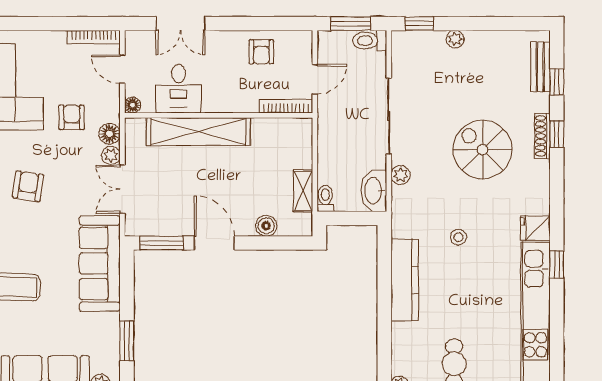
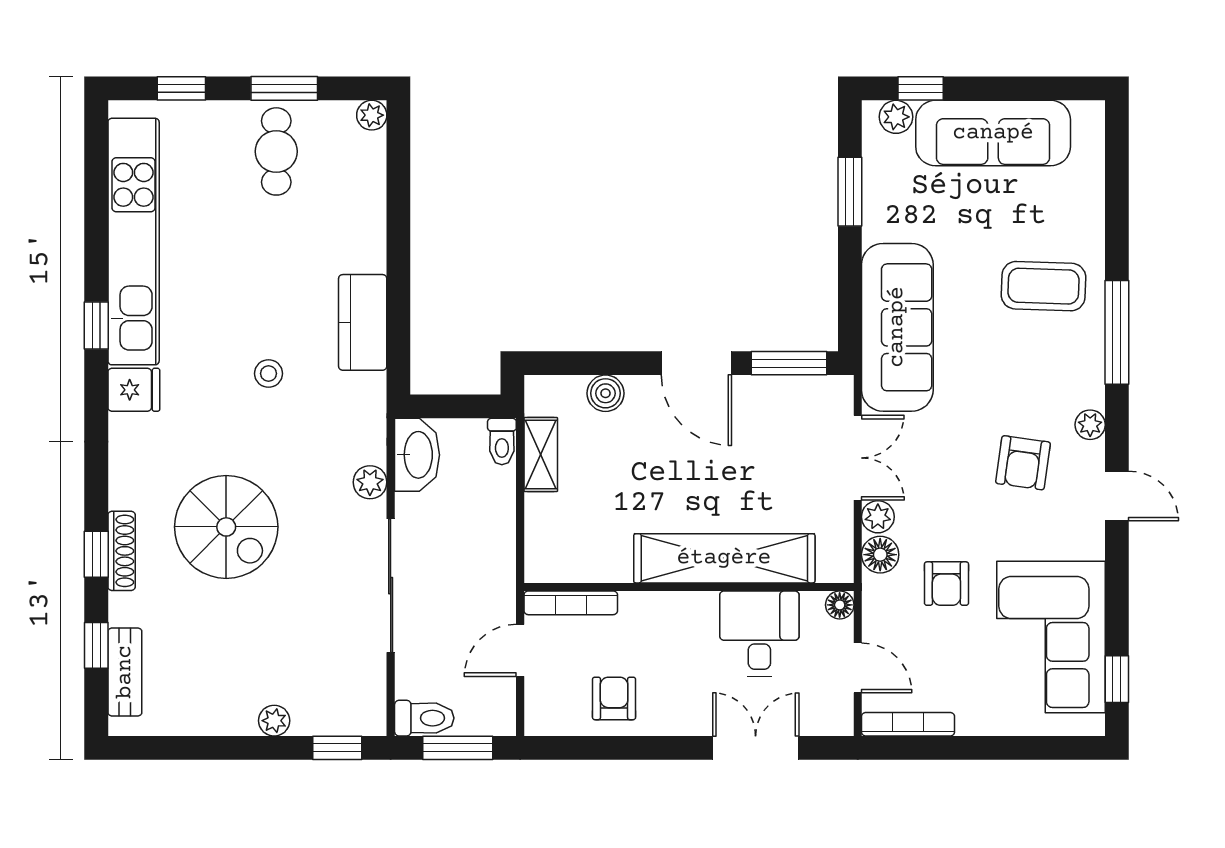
kitchen counter: (405, 280) -> (363, 322), width x0.67

